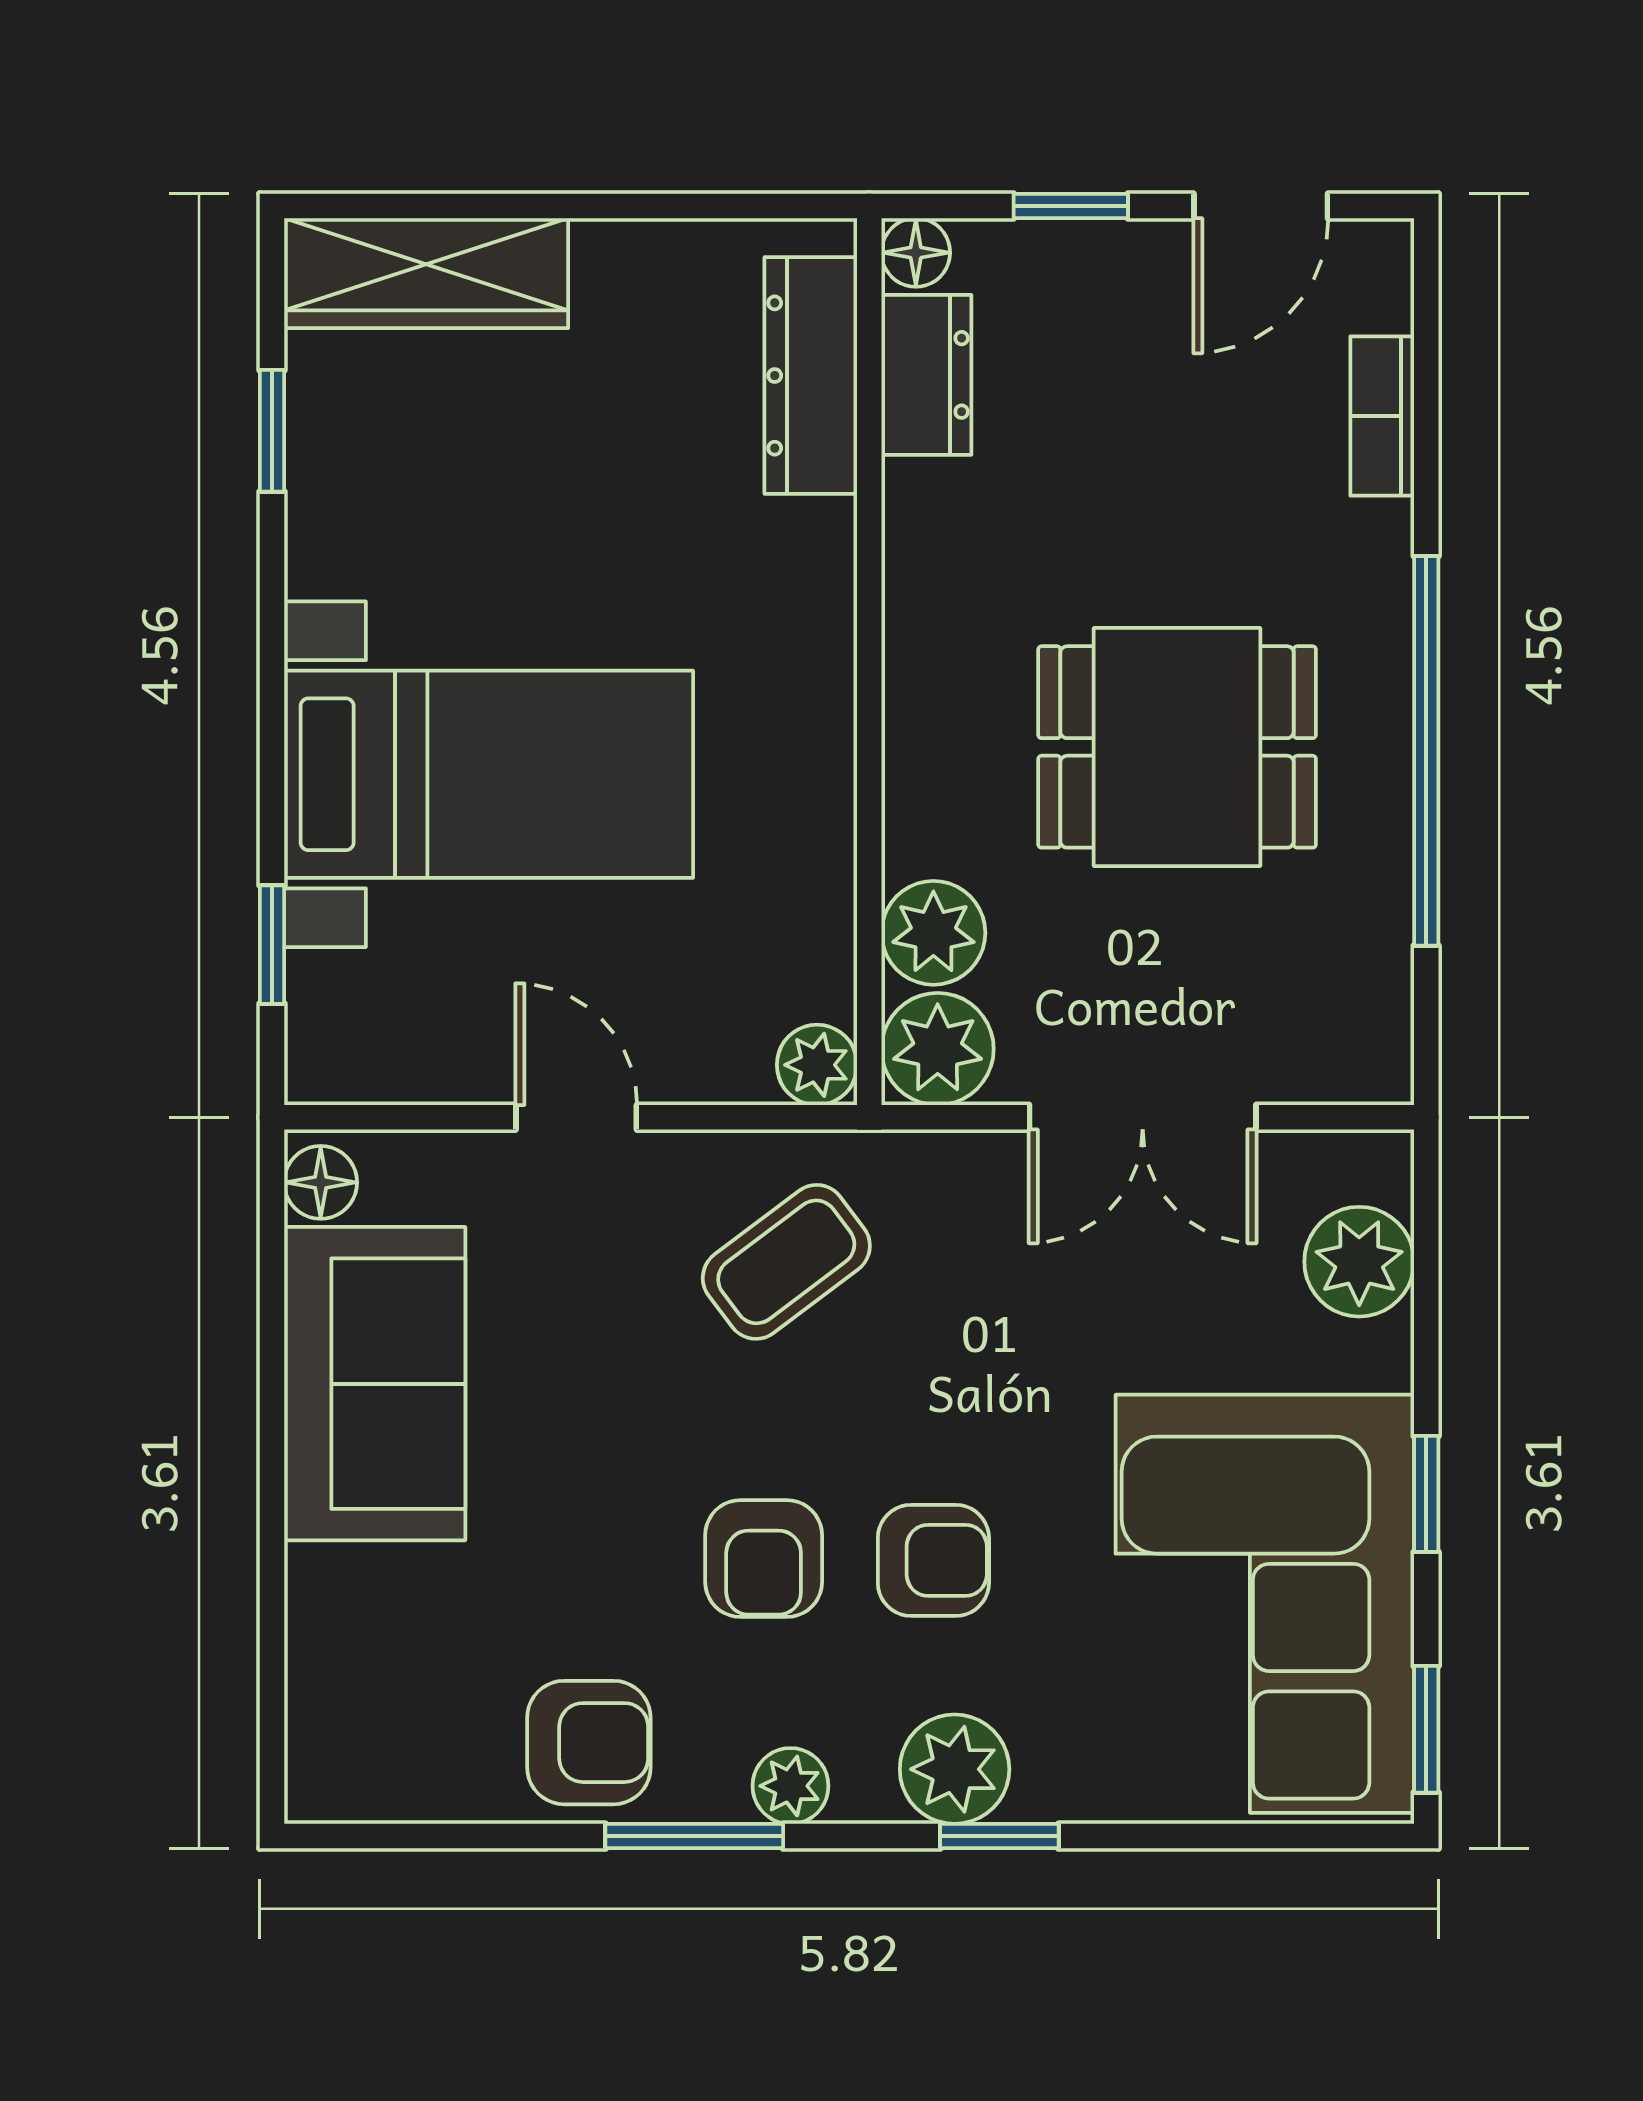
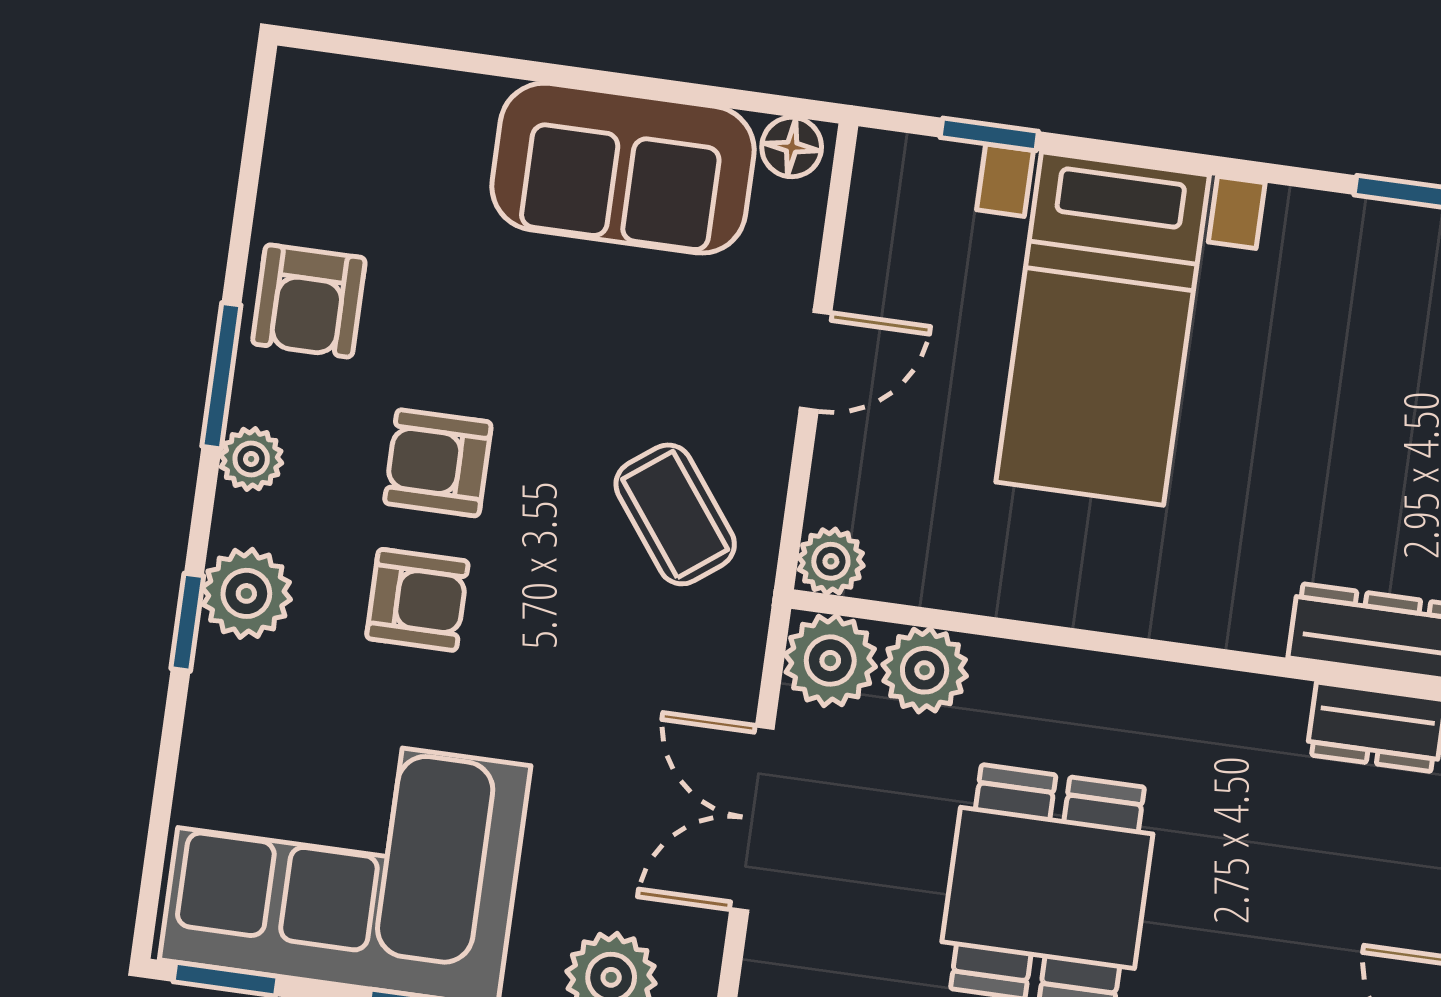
armchair: (933, 1560) -> (417, 600), turned -90

